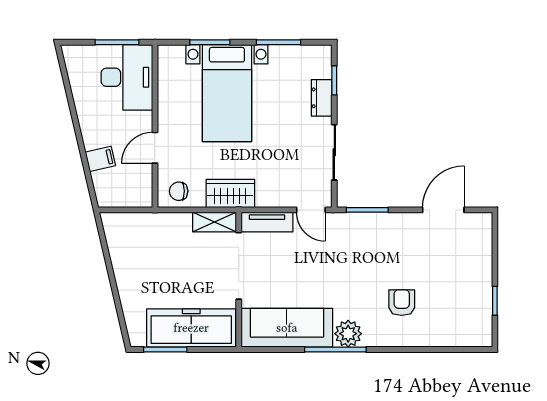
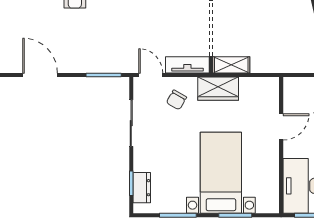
dresser: (322, 98) -> (142, 188), moved
chair: (179, 191) -> (176, 100), moved, turned 120
door: (443, 210) -> (40, 75), swing flipped

